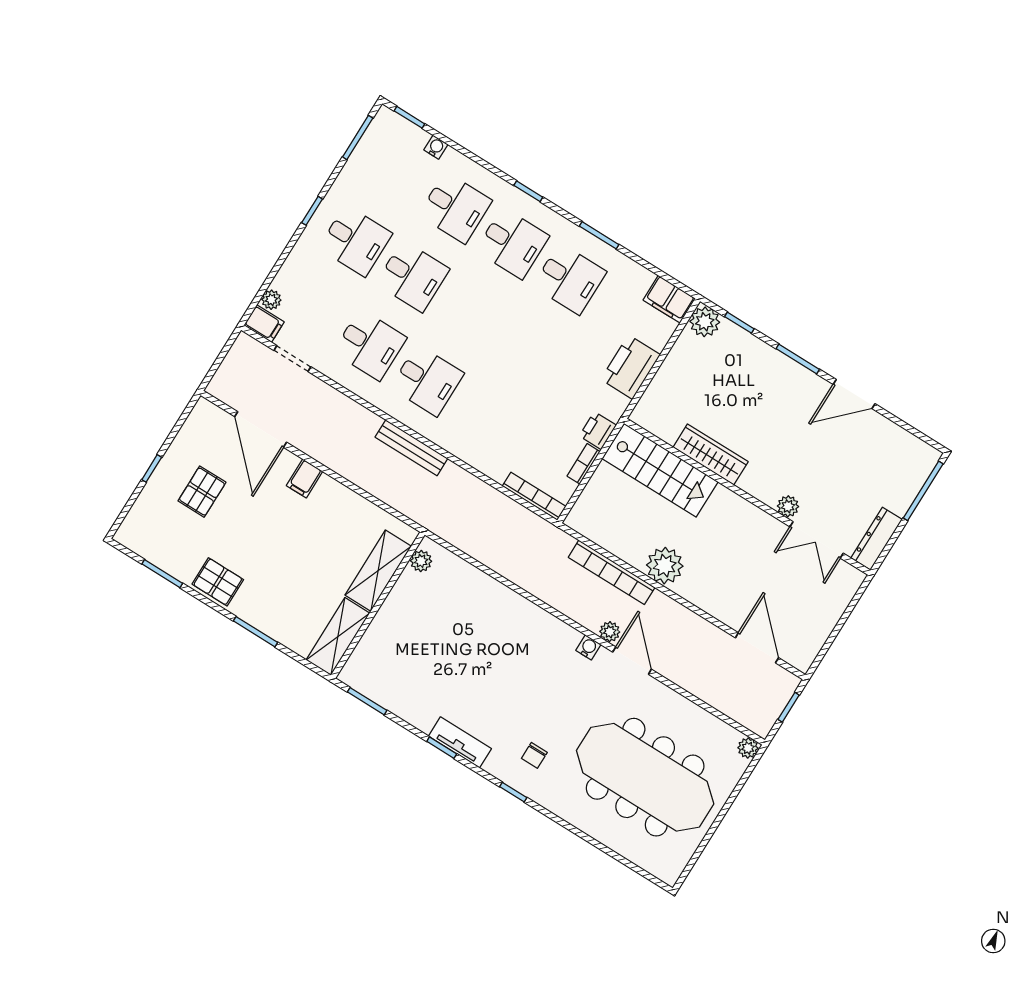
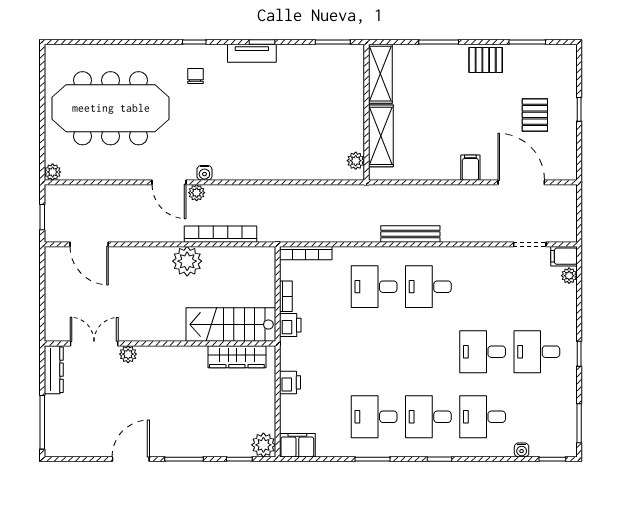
desk: (370, 345) -> (374, 287), moved
printer: (630, 367) -> (290, 382), width x0.53, depth x0.68
wardrobe: (711, 455) -> (237, 357), moved

